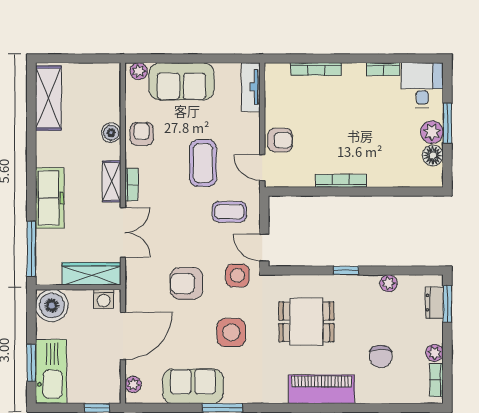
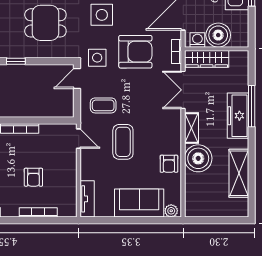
shelving: (48, 98) -> (239, 173), moved
boiler: (111, 133) -> (198, 158), width x1.86, depth x1.86
armchair: (280, 140) -> (33, 177), moved, turned -90
bookcase: (131, 185) -> (177, 52), moved
door: (264, 248) -> (77, 78), swing flipped
window: (31, 249) -> (252, 106), moved
armchair: (186, 283) -> (135, 52), width x1.36, depth x1.36
boiler: (52, 306) -> (218, 35), moved

